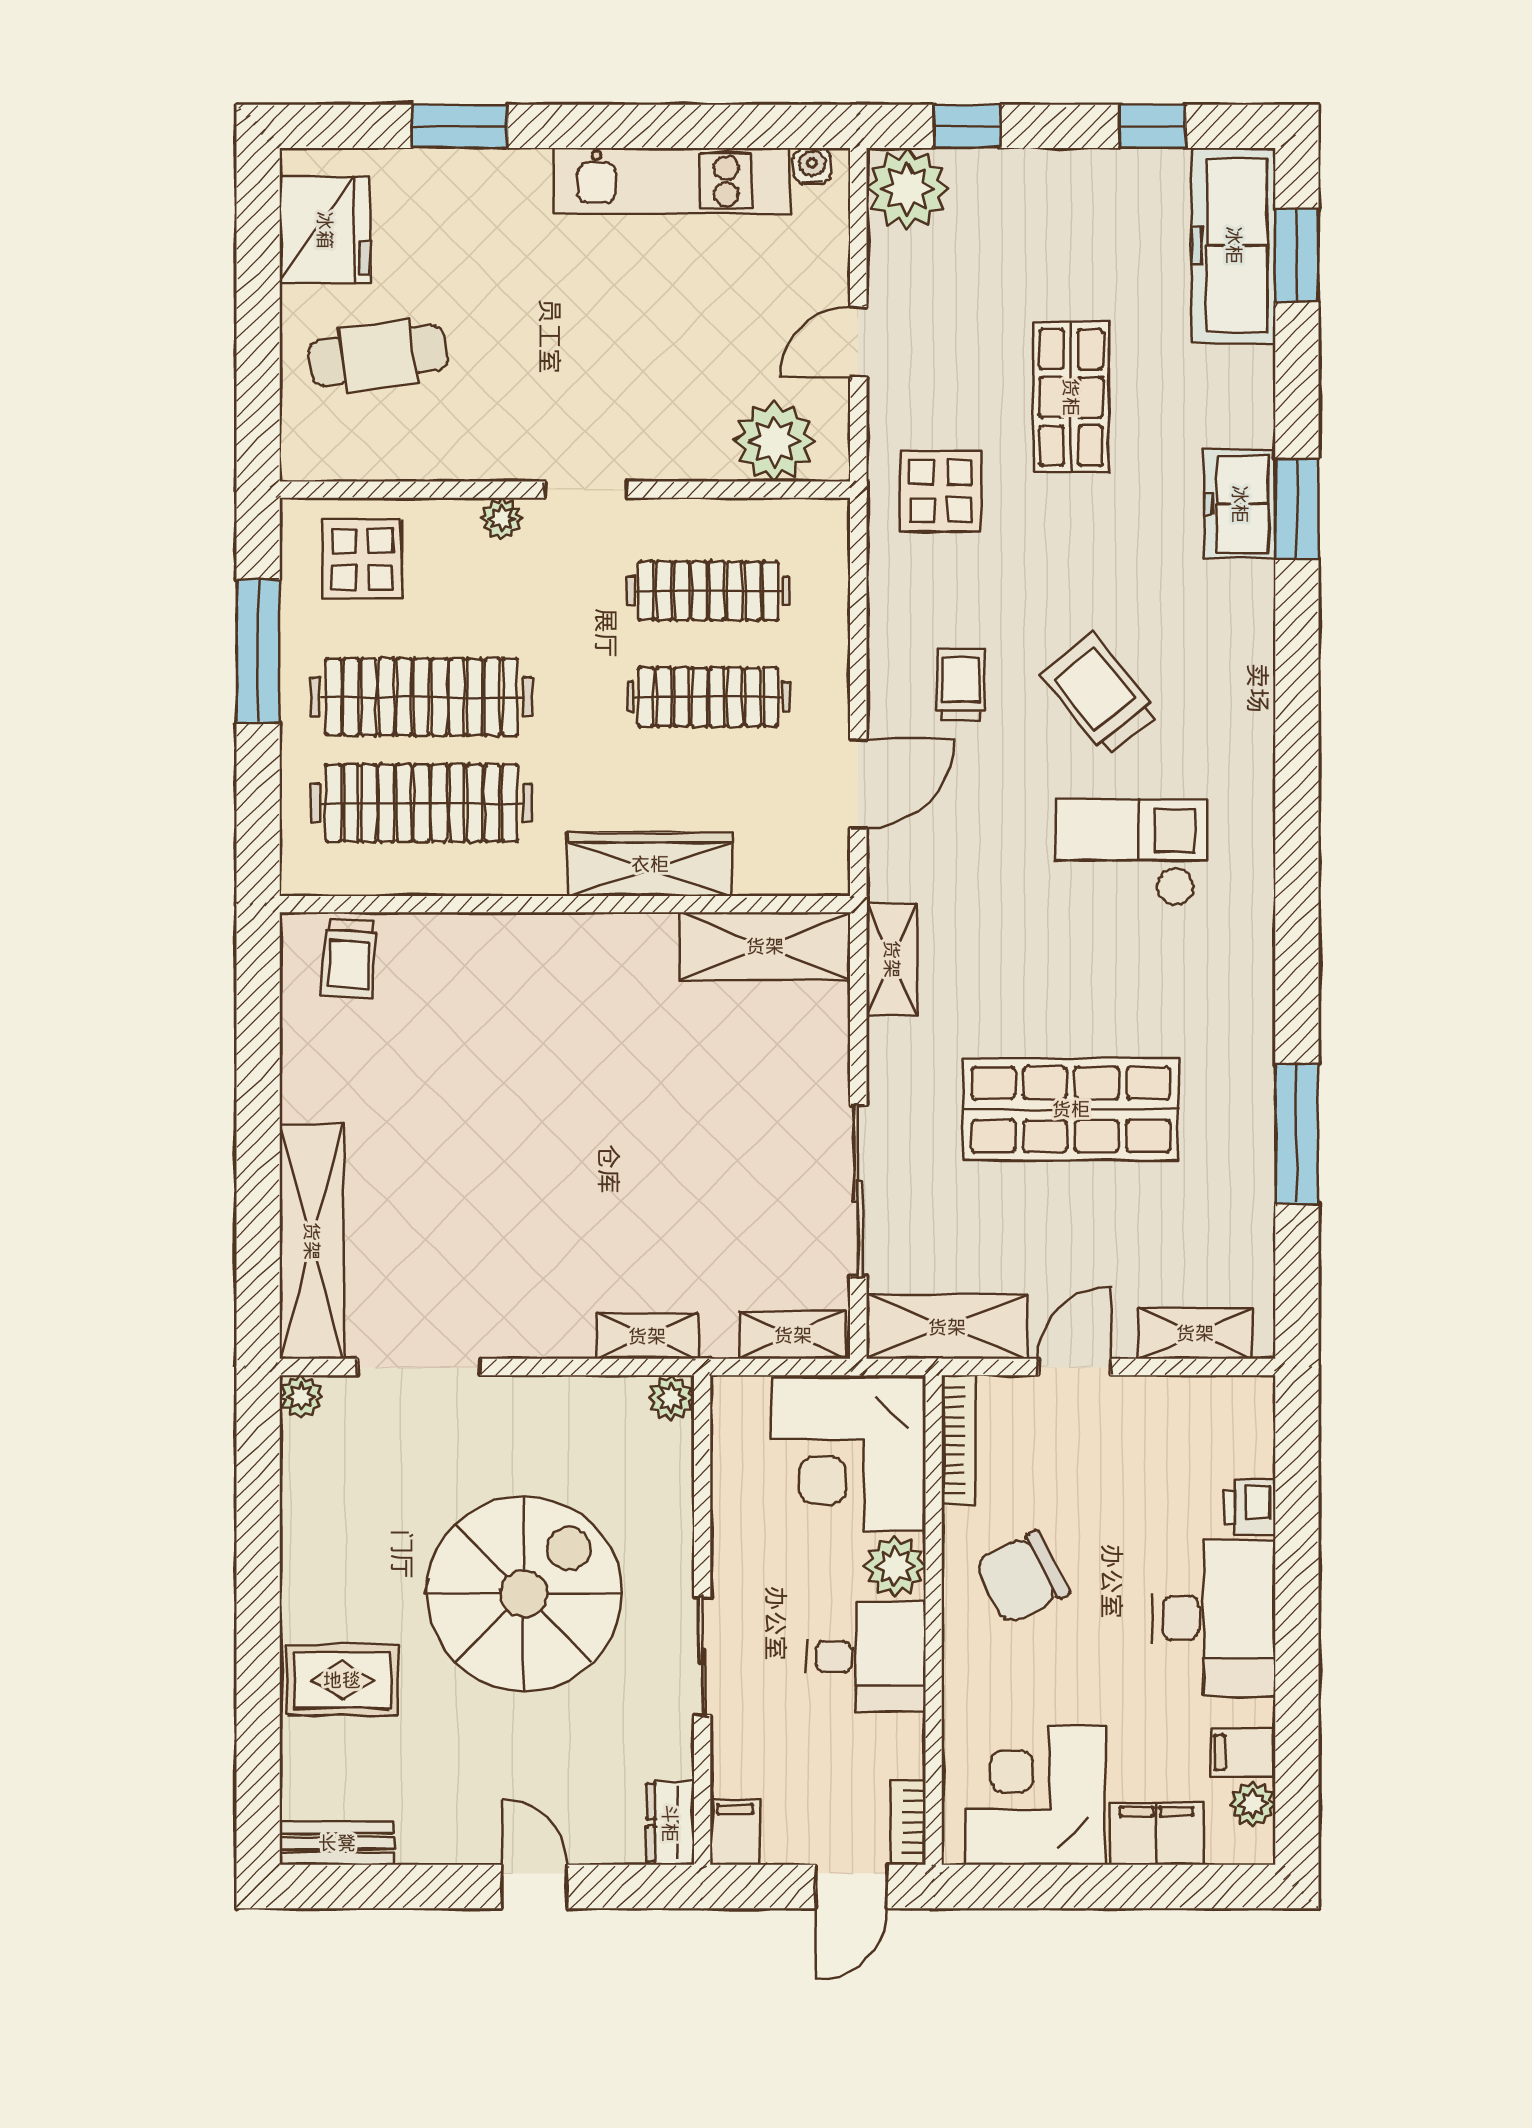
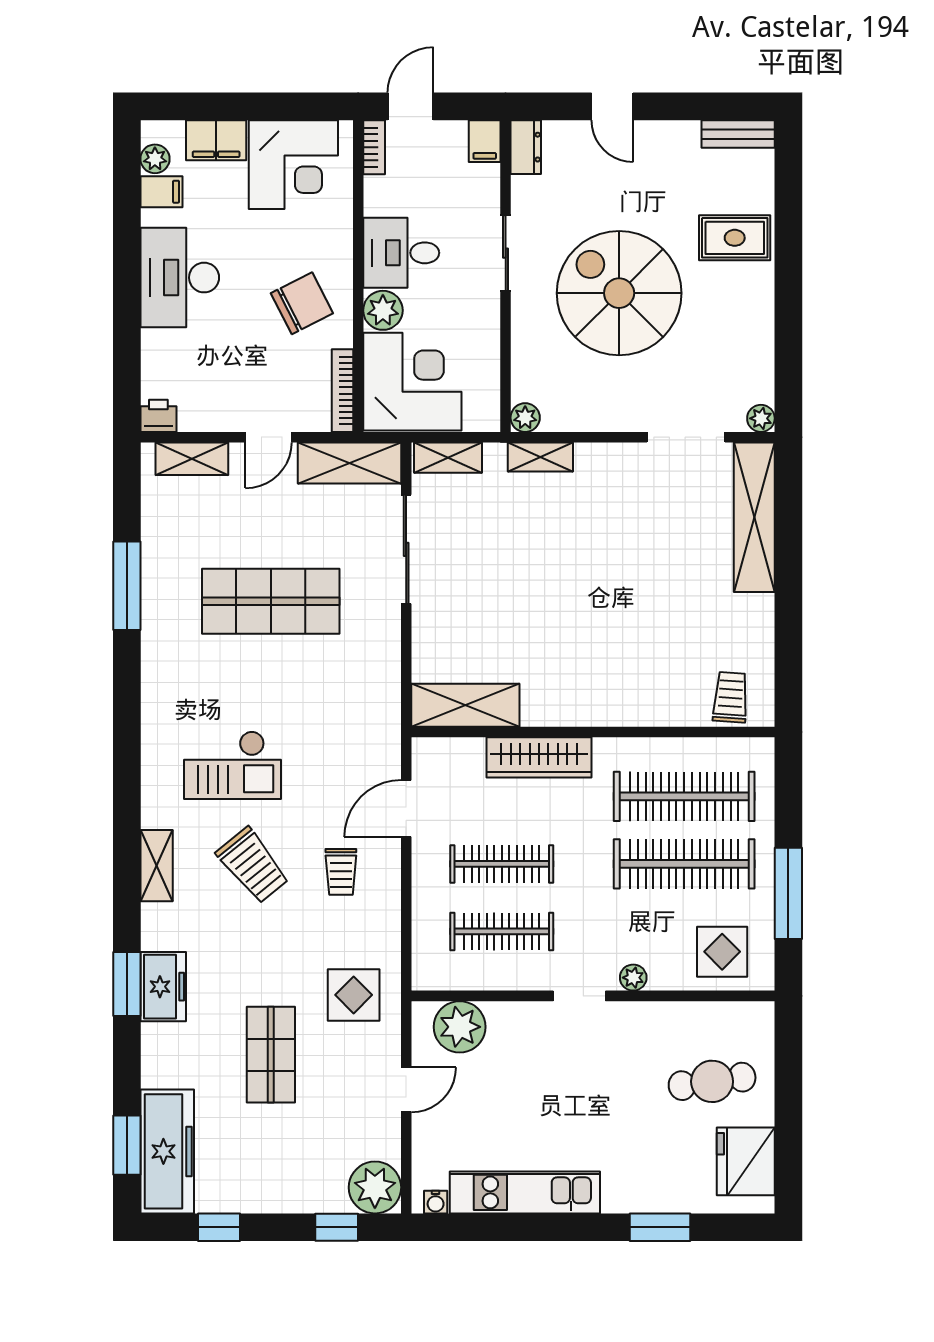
shelving: (892, 959) -> (157, 866), moved
printer: (1250, 1507) -> (158, 416), moved, turned -90
spiral stairs: (524, 1593) -> (619, 293), turned 90

